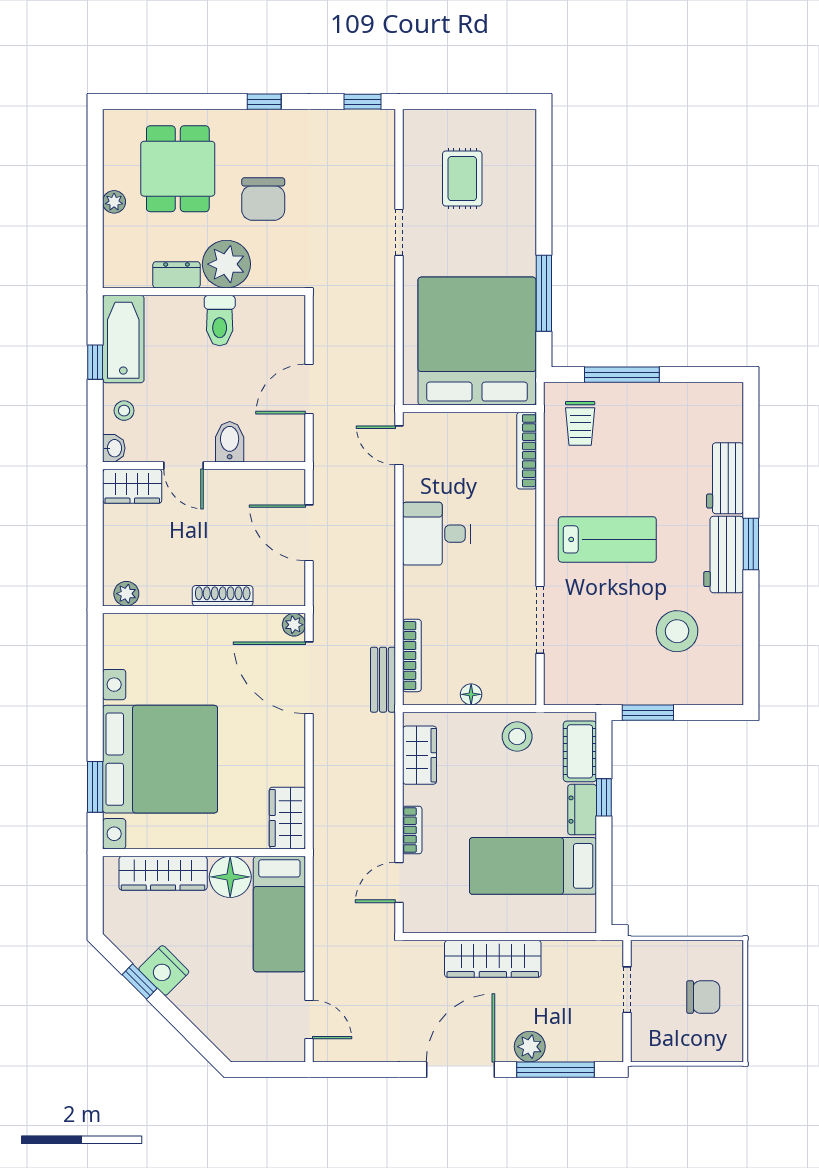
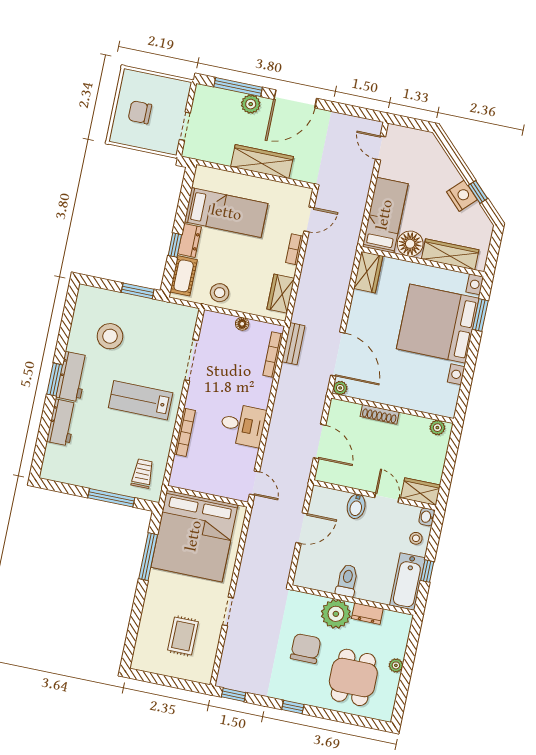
bookcase: (527, 451) -> (185, 432), moved

